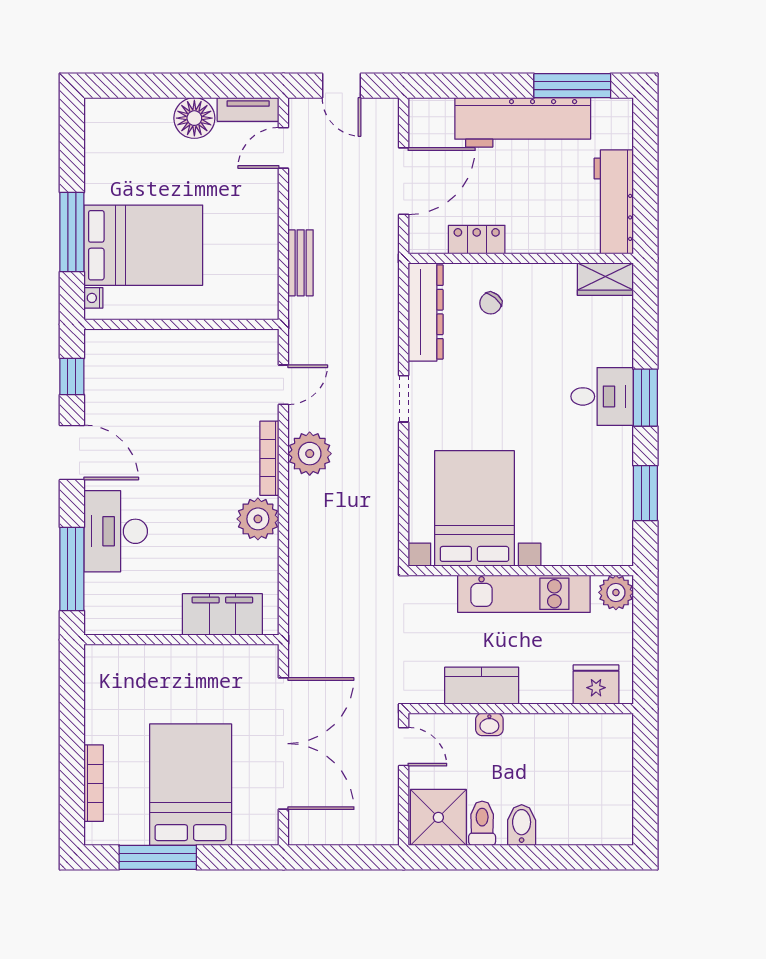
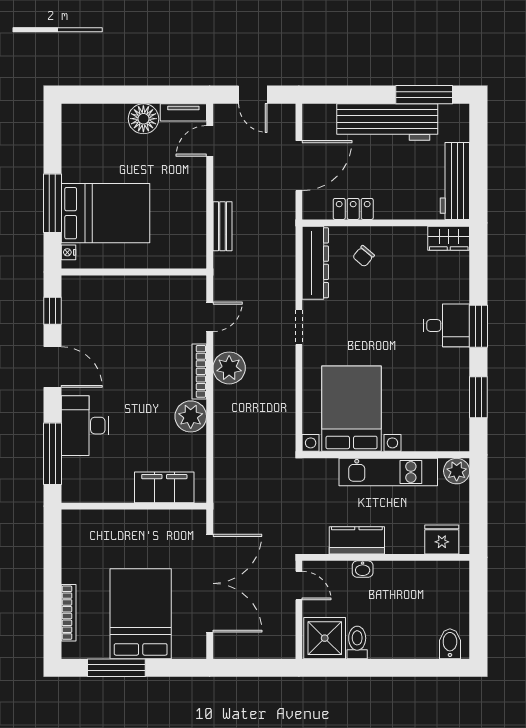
bidet: (522, 825) -> (450, 644), moved

